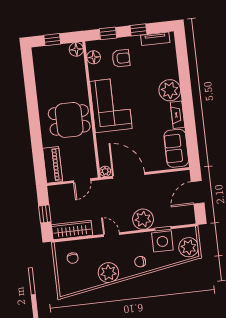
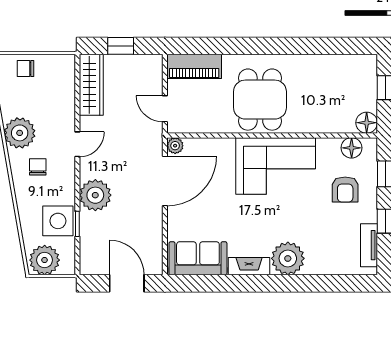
chair: (73, 258) -> (25, 68), moved
chair: (140, 262) -> (38, 167), moved

